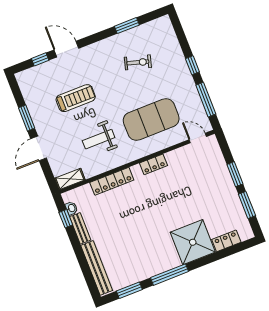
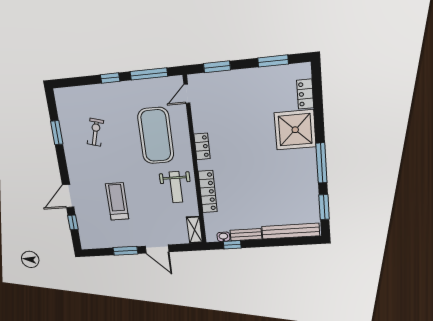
weight bench: (99, 139) -> (176, 187), moved
window: (235, 174) -> (217, 67), moved

